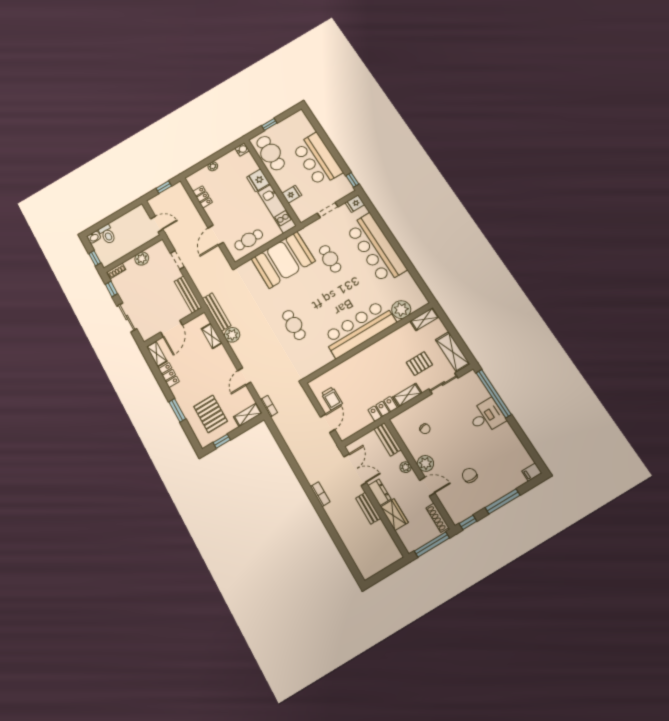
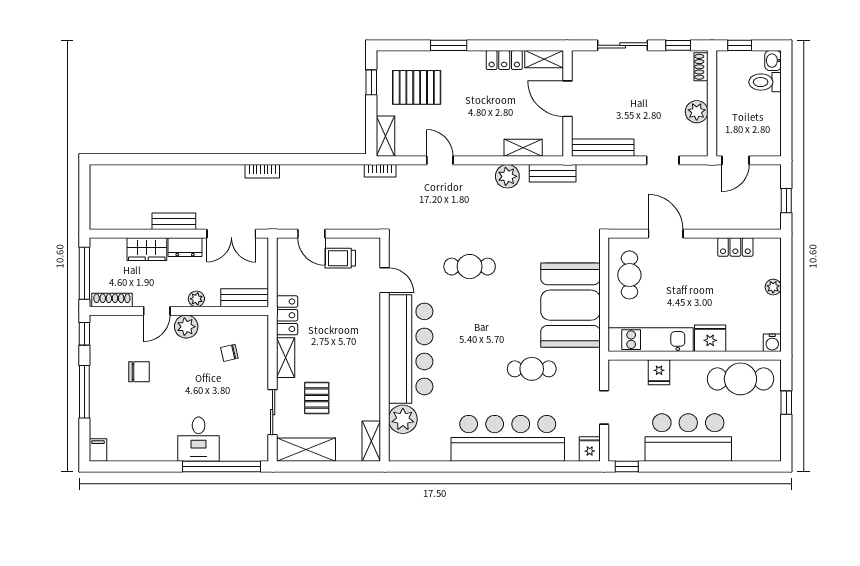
bench: (217, 312) -> (553, 173), width x0.73
door: (329, 366) -> (384, 280), added
bookcase: (320, 494) -> (262, 171), moved

